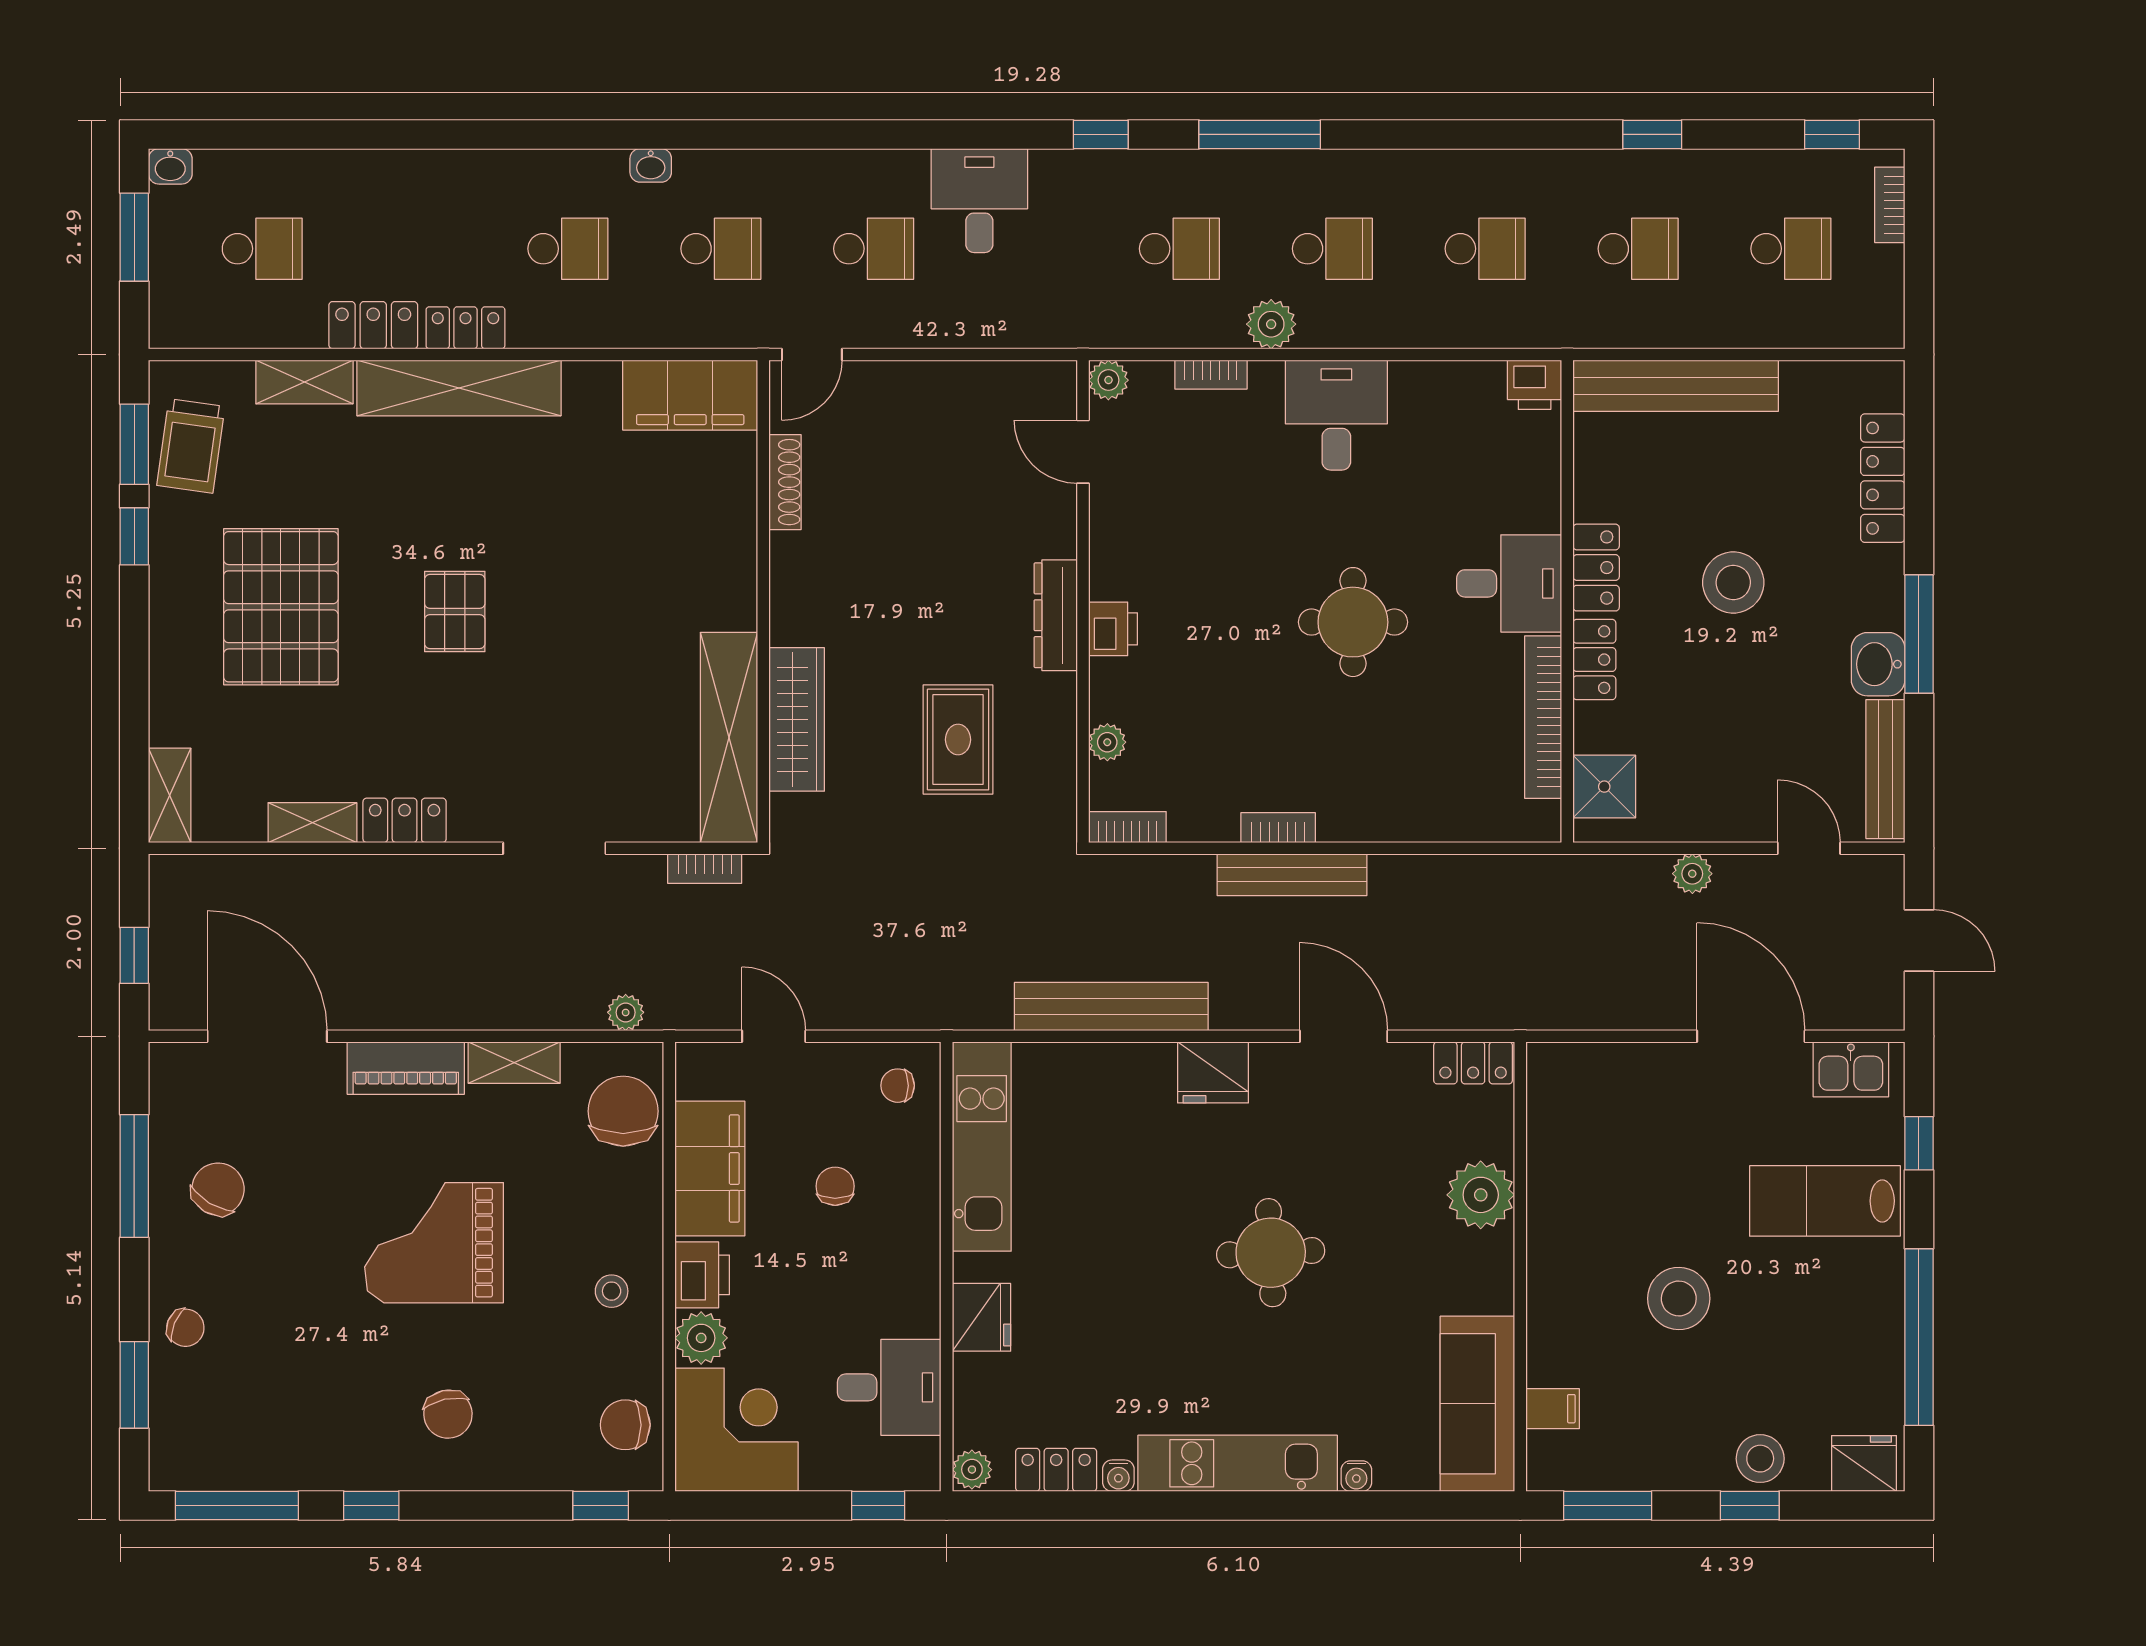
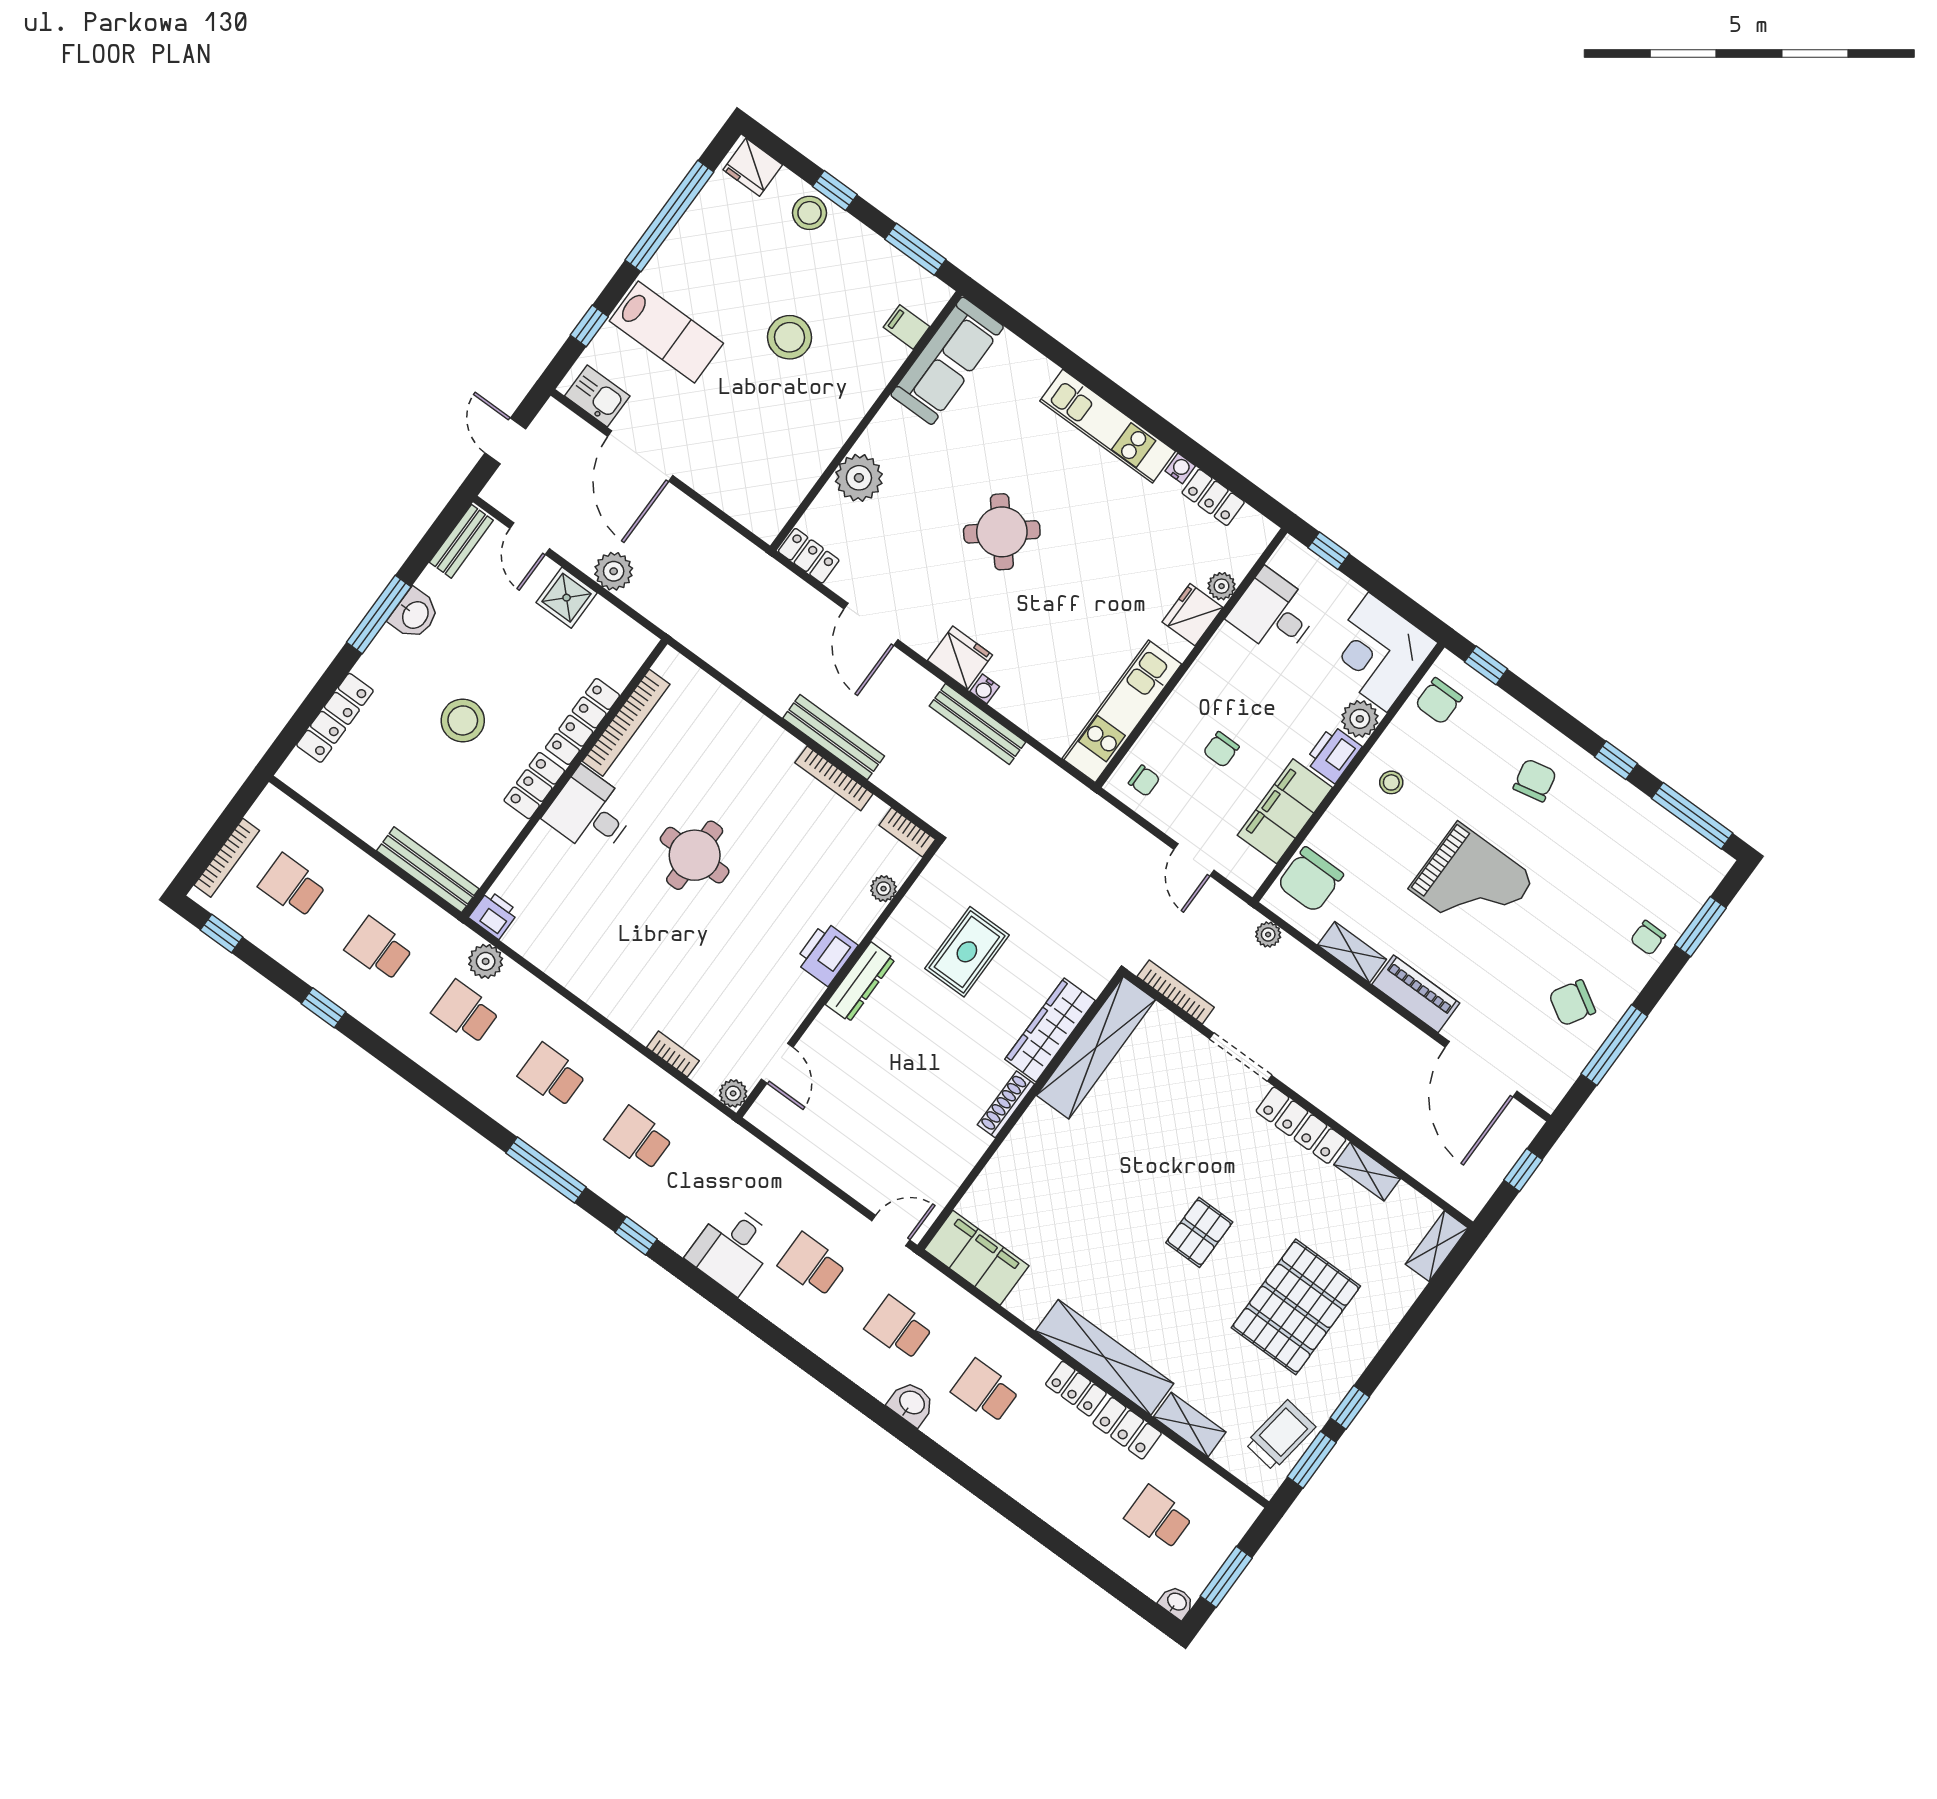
washbasin: (651, 165) -> (911, 1403), width x1.38, depth x1.45
bookcase: (1890, 205) -> (227, 858), width x1.56
plant: (1271, 324) -> (486, 961), moved
bench: (1676, 386) -> (428, 870), width x0.73, depth x0.82
desk: (1336, 415) -> (619, 979), removed
shoe rack: (785, 482) -> (1006, 1104), moved
printer: (1113, 629) -> (826, 954), width x1.36, depth x1.24
locker: (1594, 660) -> (583, 722), width x1.53
bench: (1885, 769) -> (461, 541), width x0.73
shower: (1604, 787) -> (567, 598), moved
locker: (405, 820) -> (1301, 1125), width x1.53
bookcase: (1278, 828) -> (834, 778), width x1.56
bookcase: (705, 869) -> (1176, 992), width x1.56
plant: (1692, 874) -> (614, 571), width x1.38, depth x1.38
bench: (1111, 1007) -> (977, 724), width x0.73, depth x0.82
round table: (1271, 1253) -> (1002, 532), turned -37
chair: (185, 1328) -> (1648, 938), turned -112
chair: (625, 1425) -> (1439, 701), turned 90
plant: (972, 1470) -> (1222, 586), moved
water cooler: (1356, 1476) -> (985, 689), moved, turned 180

